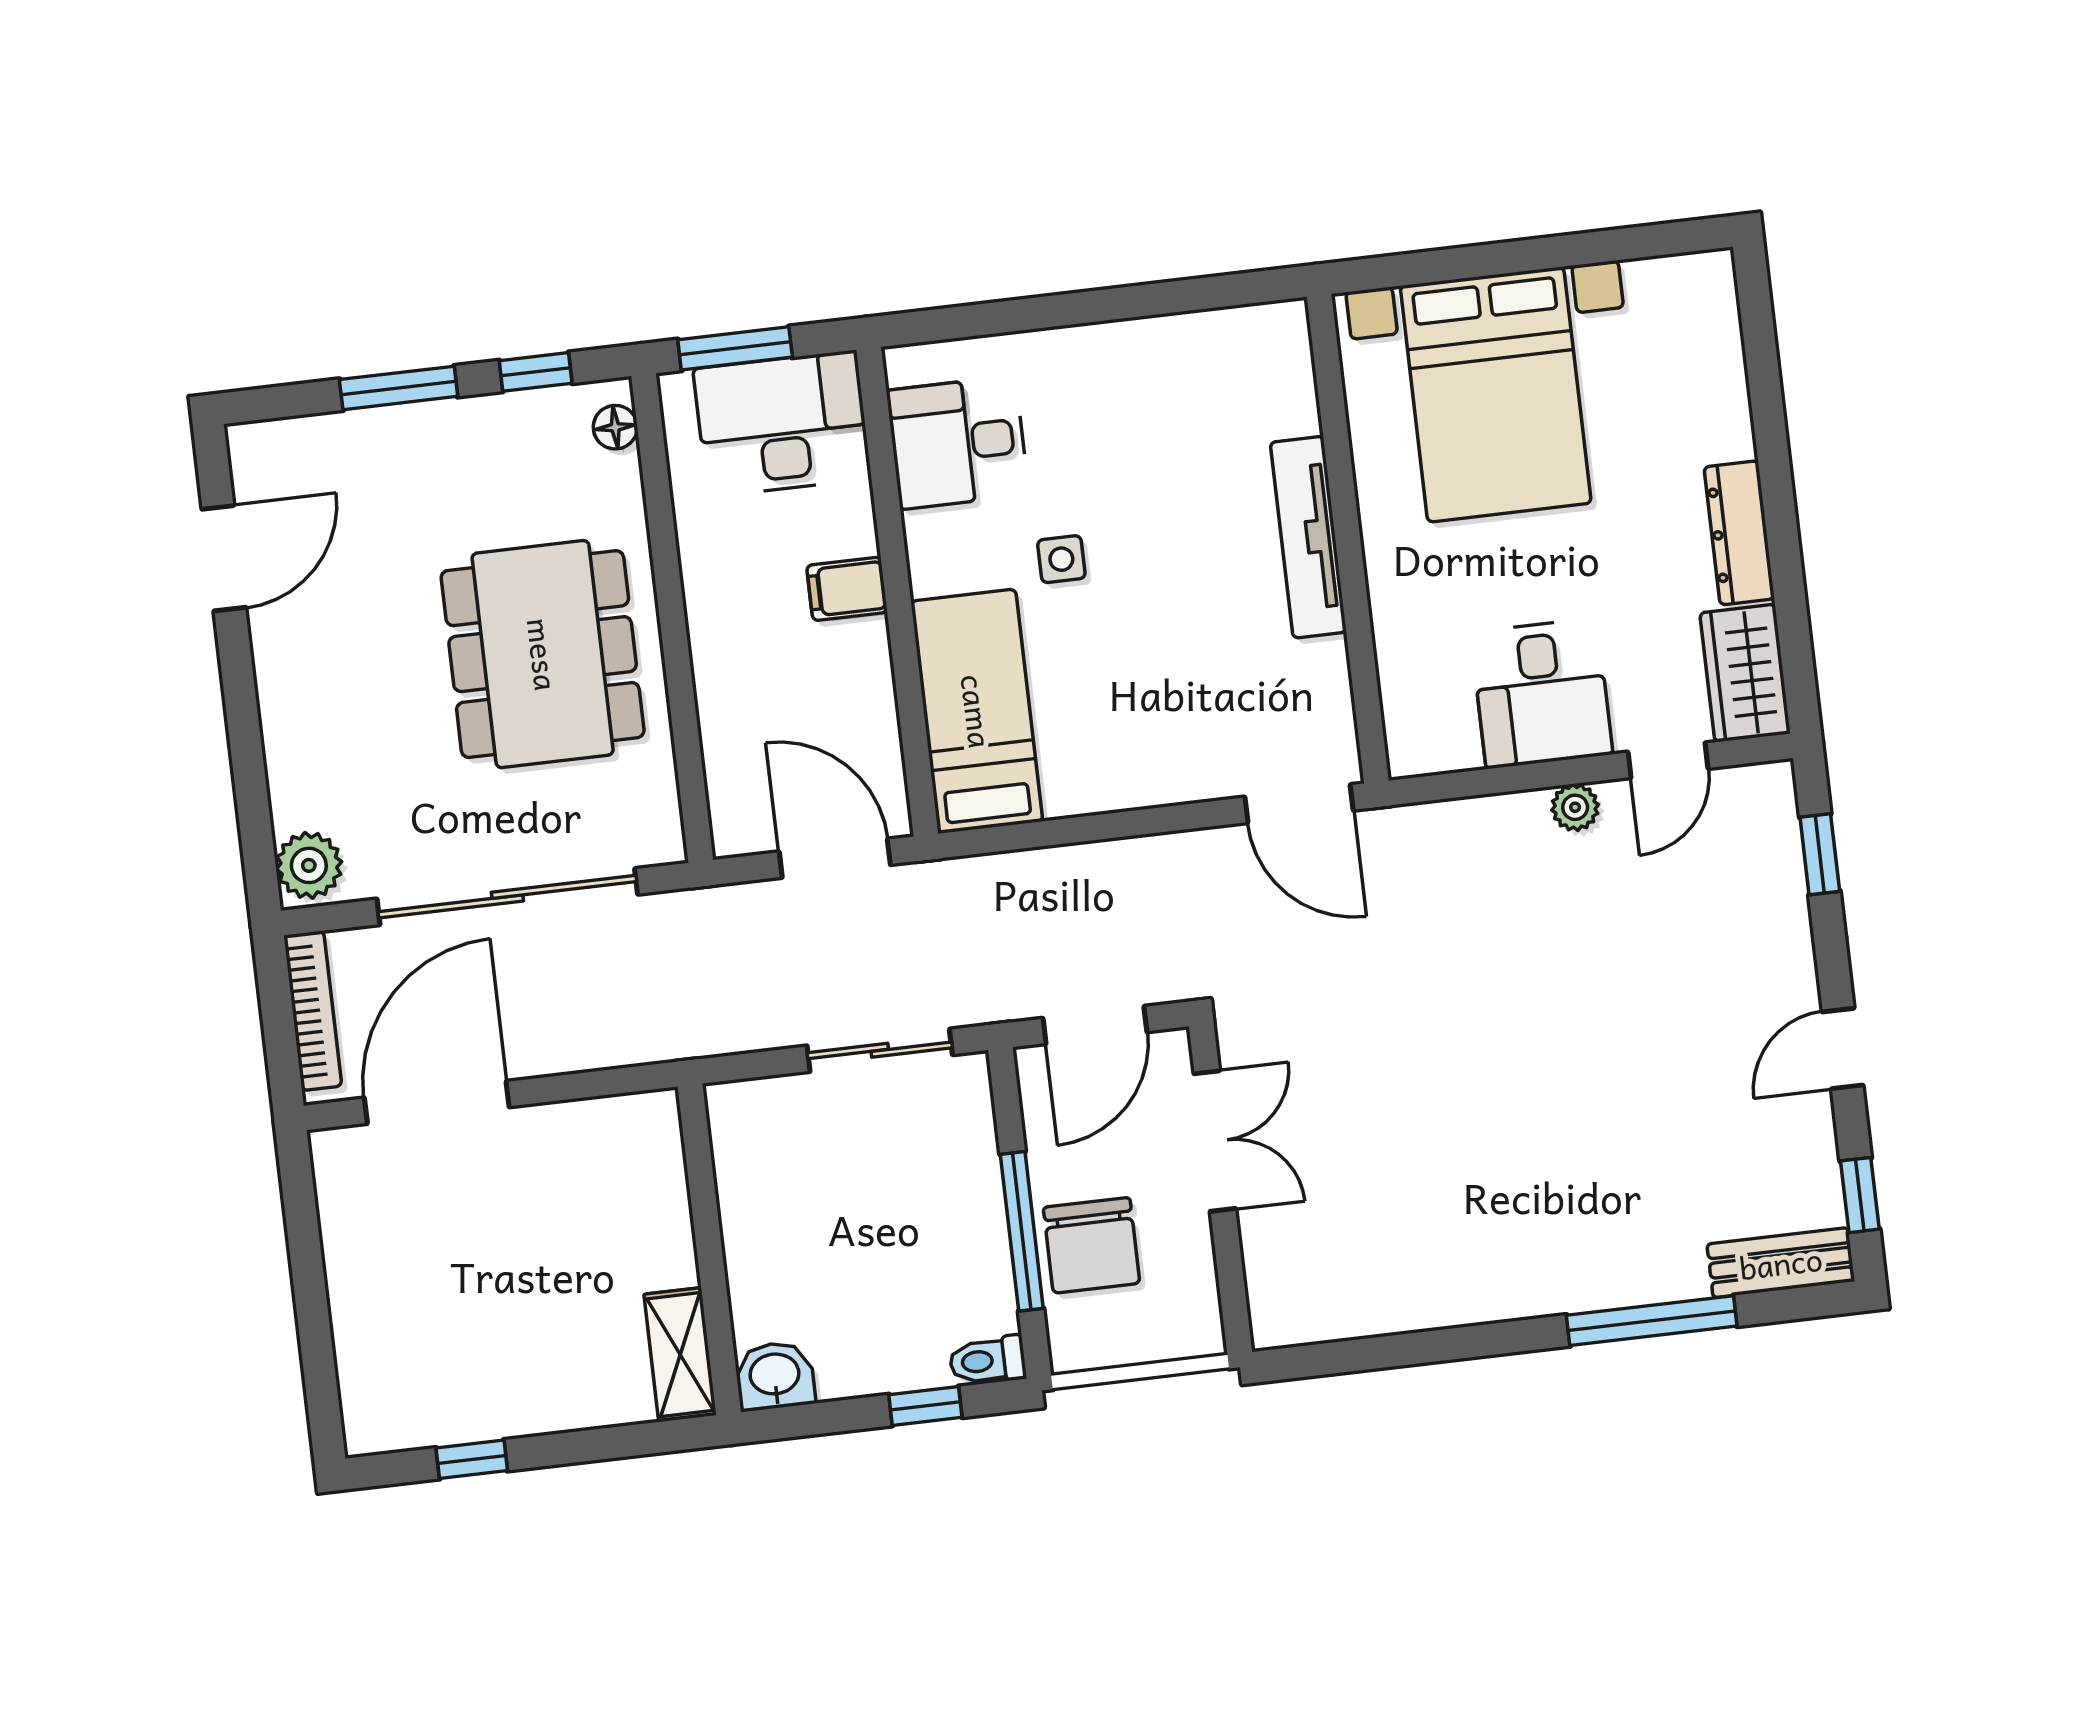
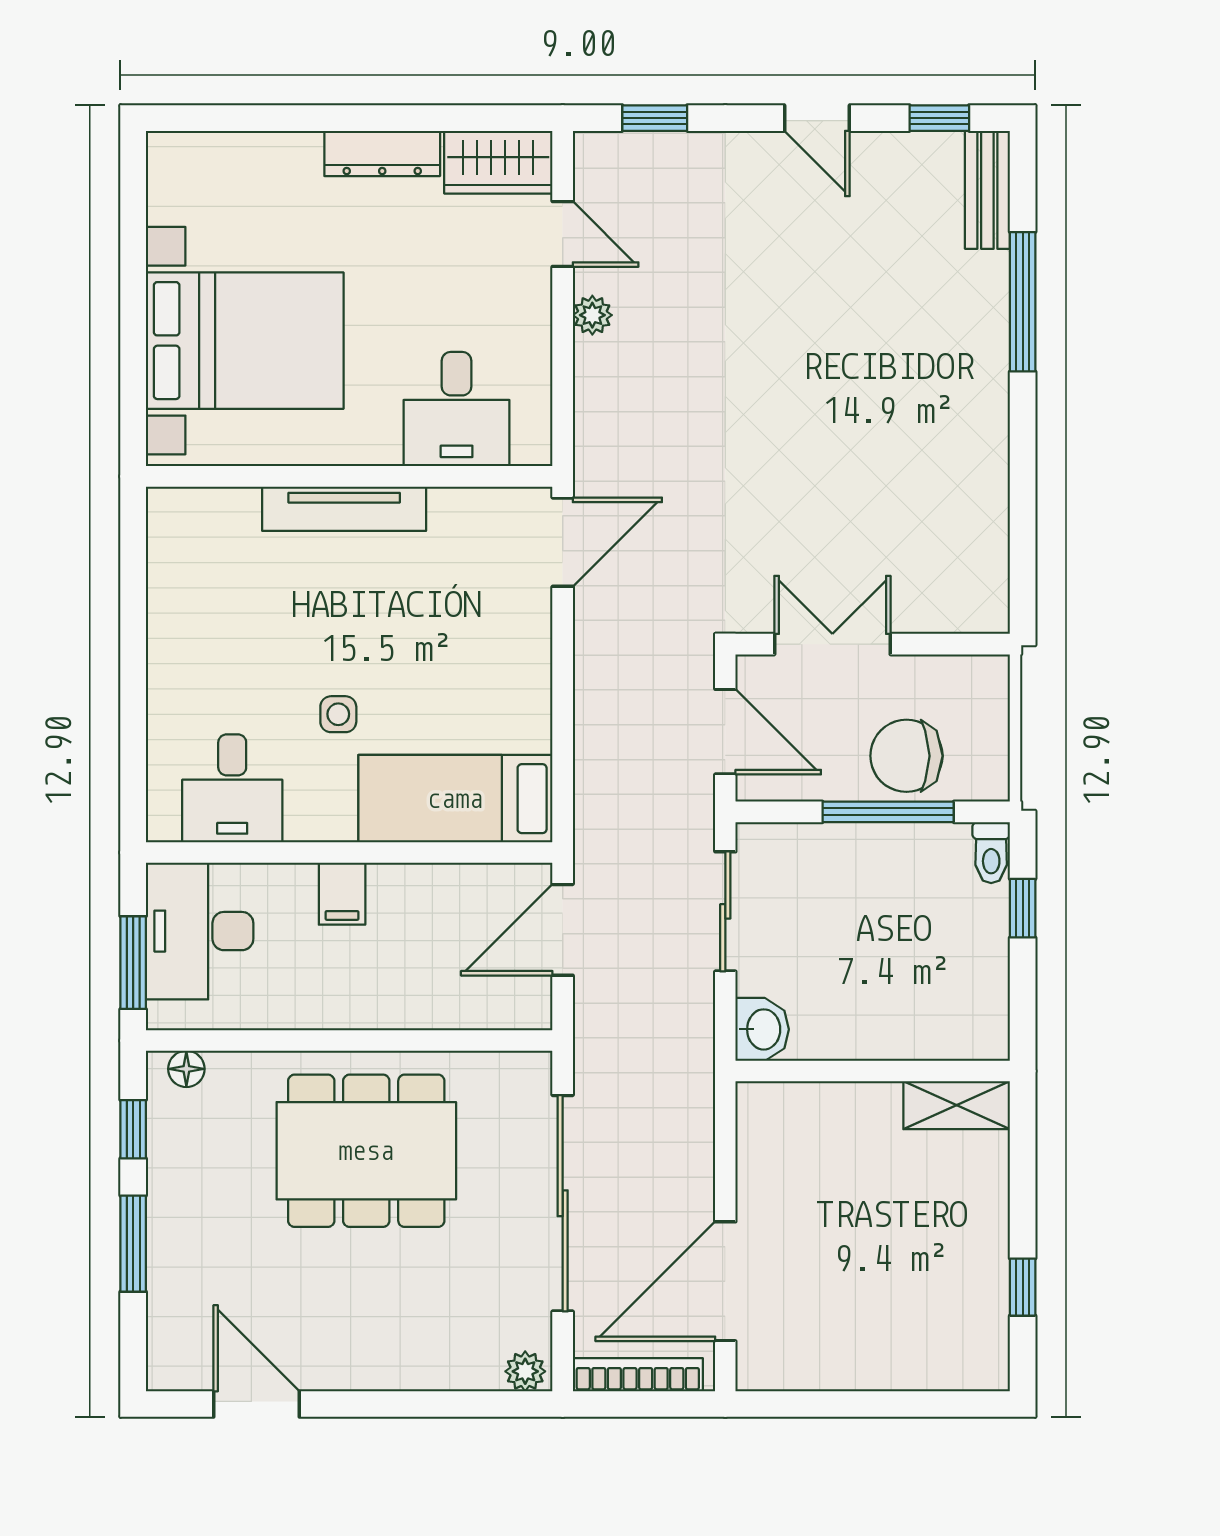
desk: (1542, 693) -> (457, 409), moved, turned 90
plant: (309, 865) -> (525, 1371), width x0.73, depth x0.73
door: (437, 1102) -> (725, 1281), hinge flipped
chair: (1092, 1245) -> (906, 756), turned 180
washbasin: (775, 1376) -> (762, 1029), moved, turned 180

